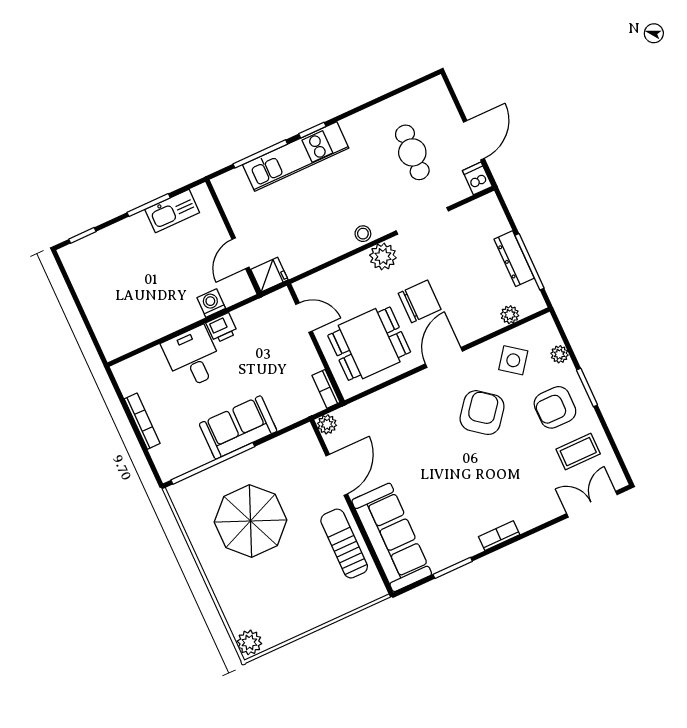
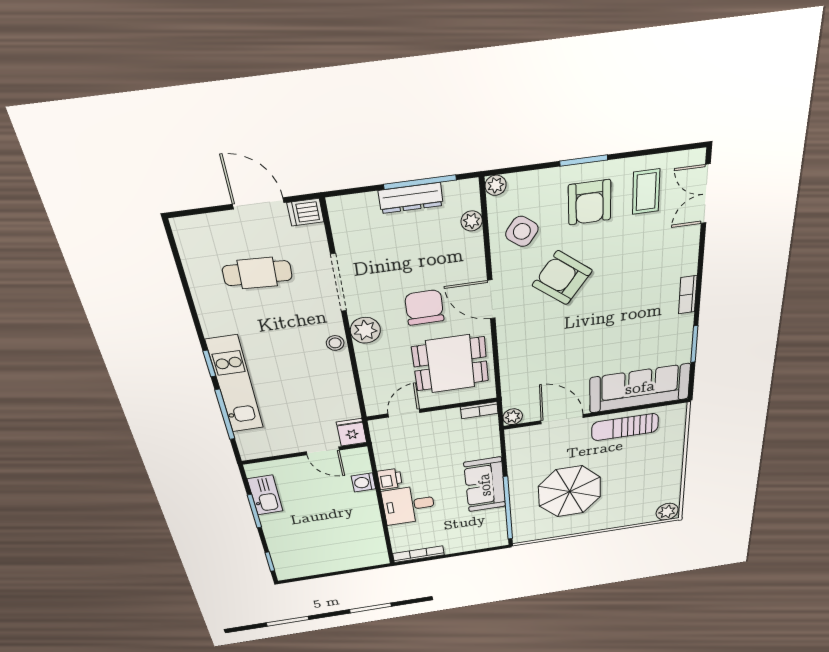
dining table: (369, 344) -> (450, 364), turned 90
plant: (559, 354) -> (496, 185), moved
bookcase: (142, 421) -> (418, 554), moved

